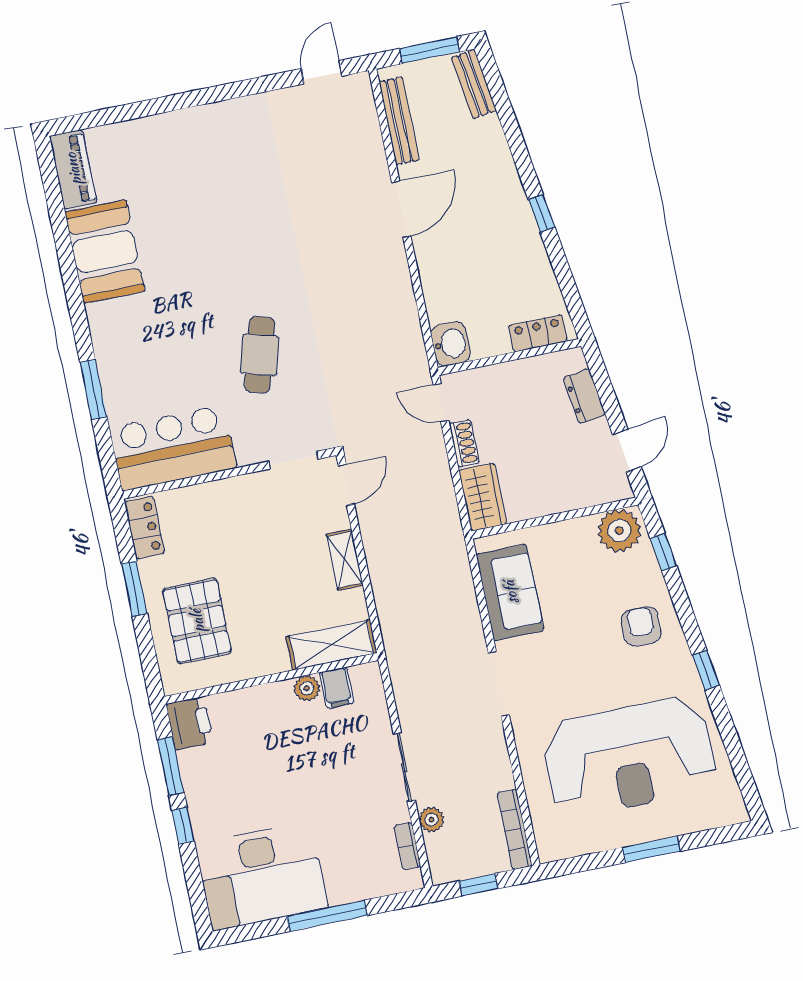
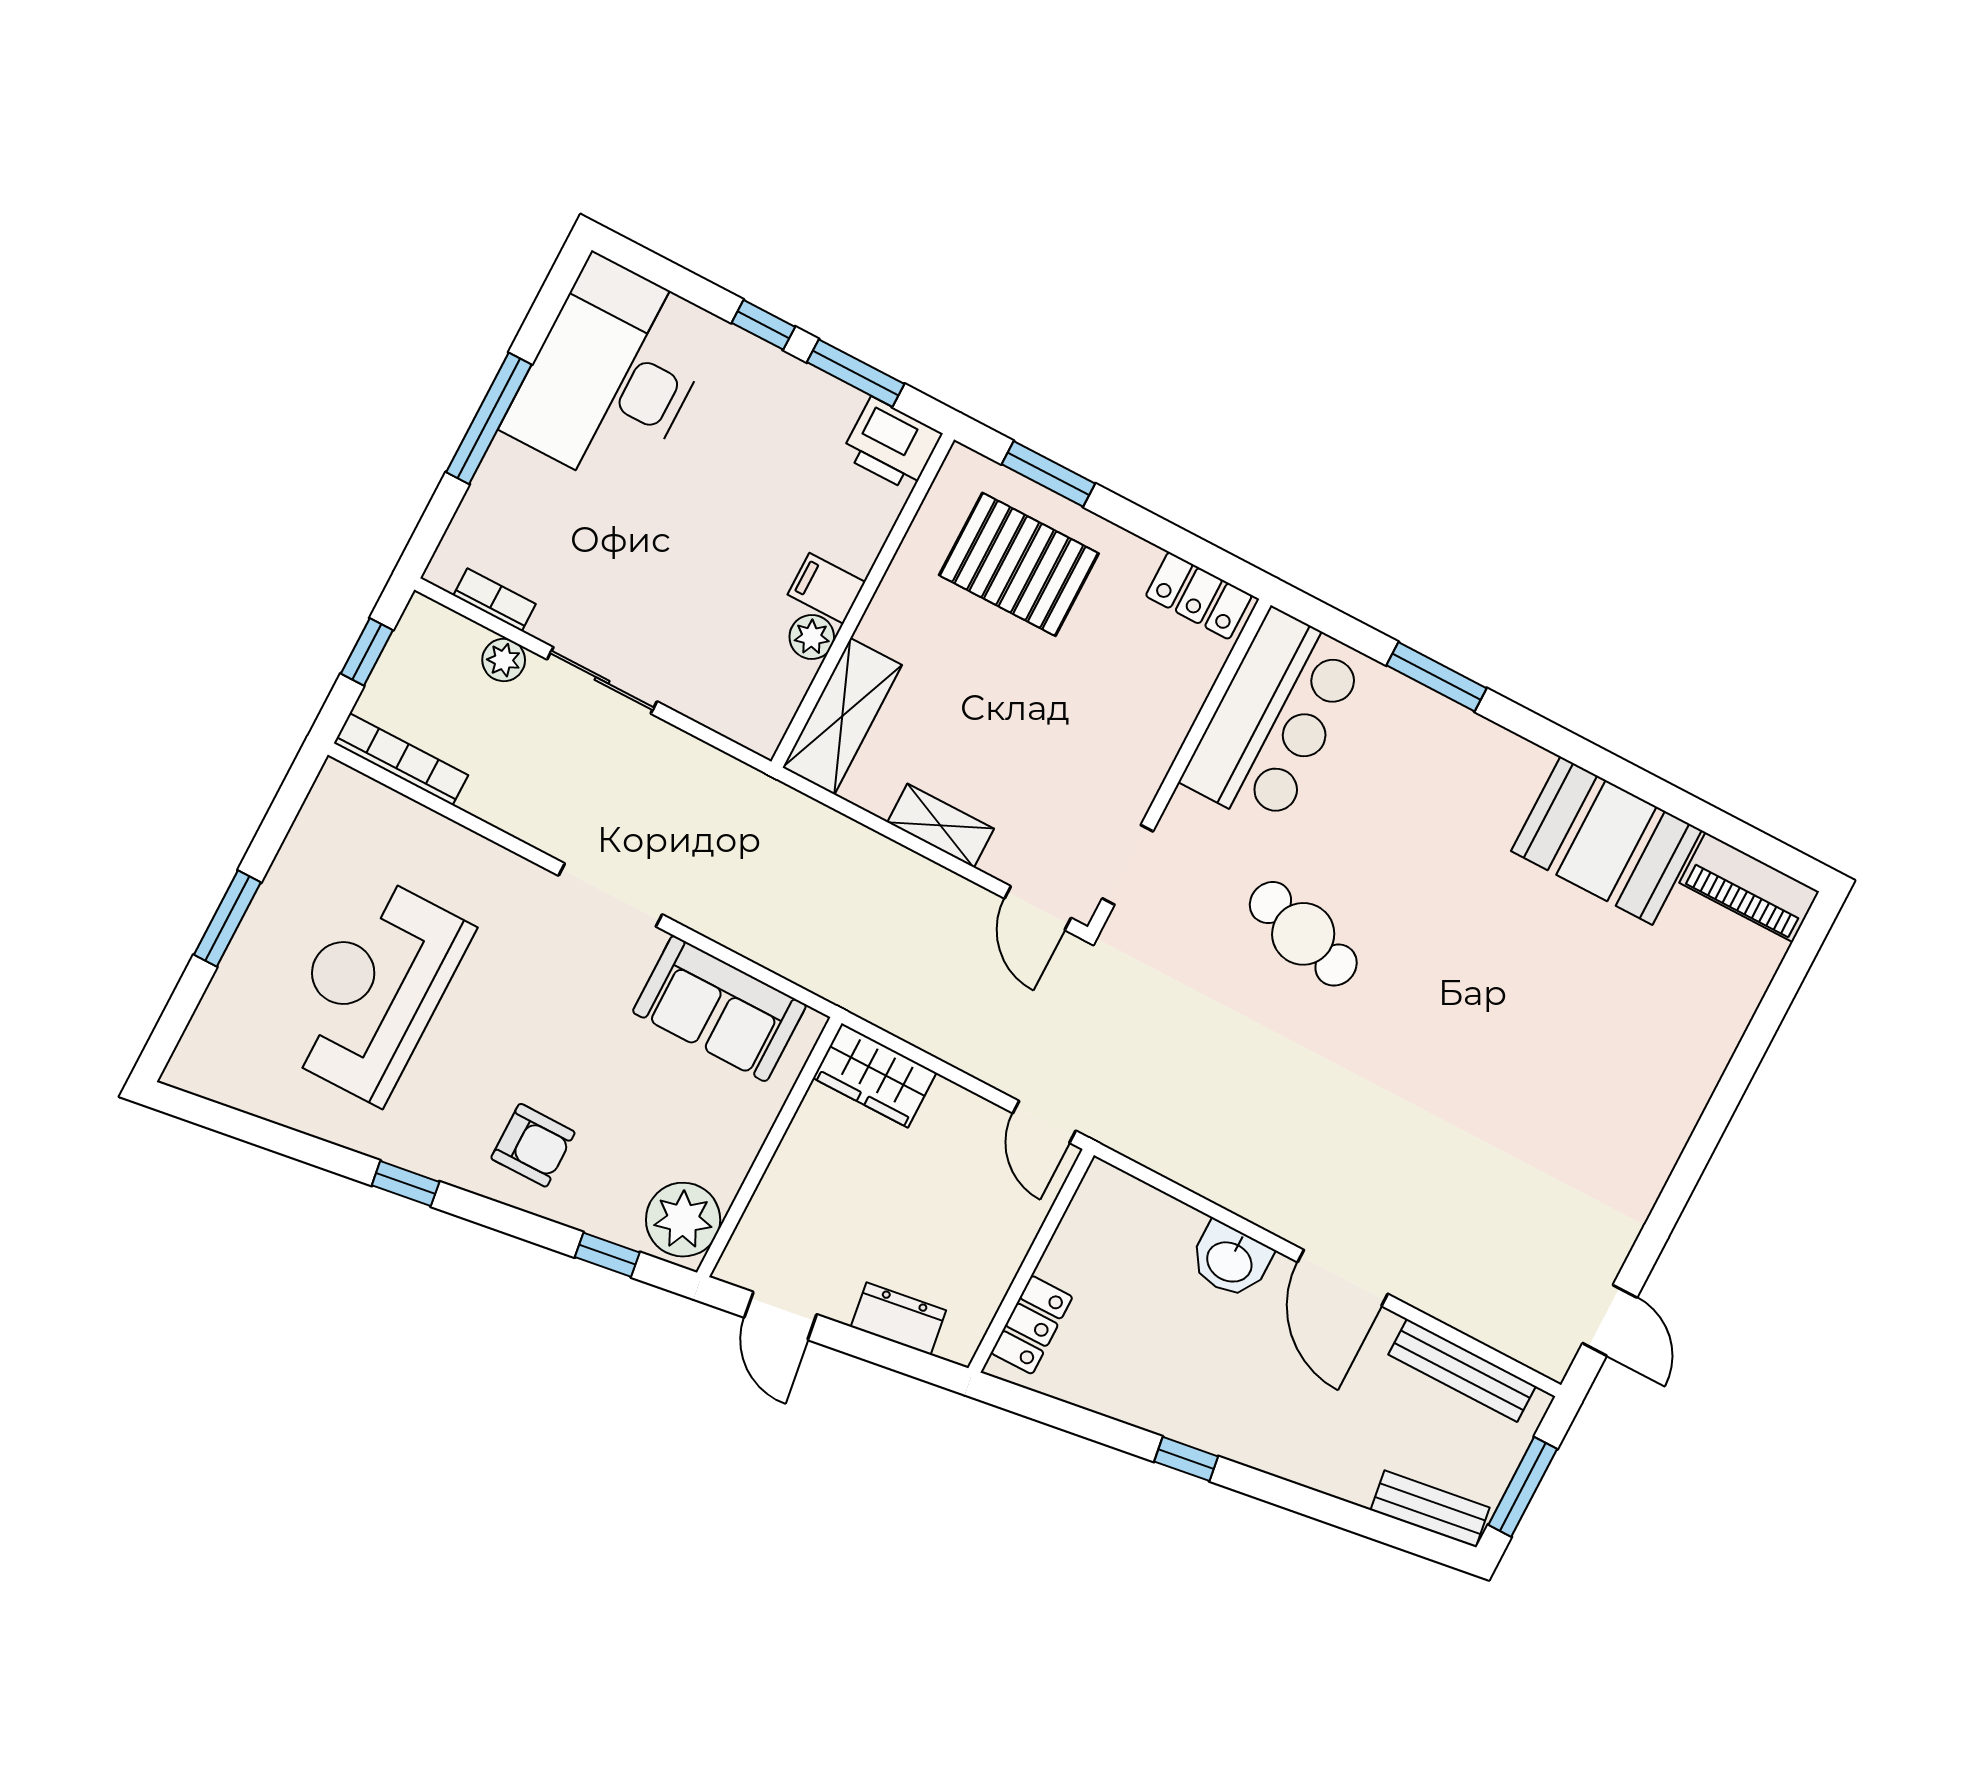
washbasin: (451, 344) -> (1230, 1260), moved
door: (441, 403) -> (1044, 1122), swing flipped
shoe rack: (464, 443) -> (966, 1109), removed
window: (134, 589) -> (1048, 474), moved
filing cabinet: (337, 688) -> (826, 588), moved
reception desk: (629, 757) -> (373, 989), width x0.74, depth x0.77

